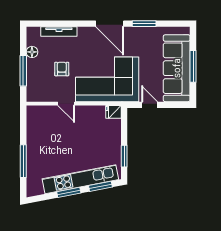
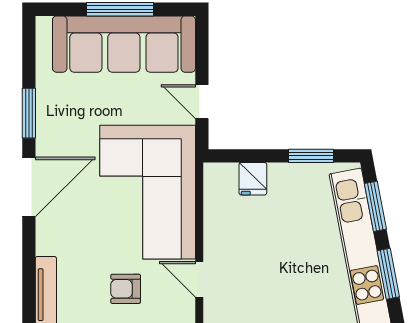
door: (66, 104) -> (199, 279), swing flipped
door: (150, 105) -> (202, 102), hinge flipped
fridge: (113, 112) -> (253, 179), moved

